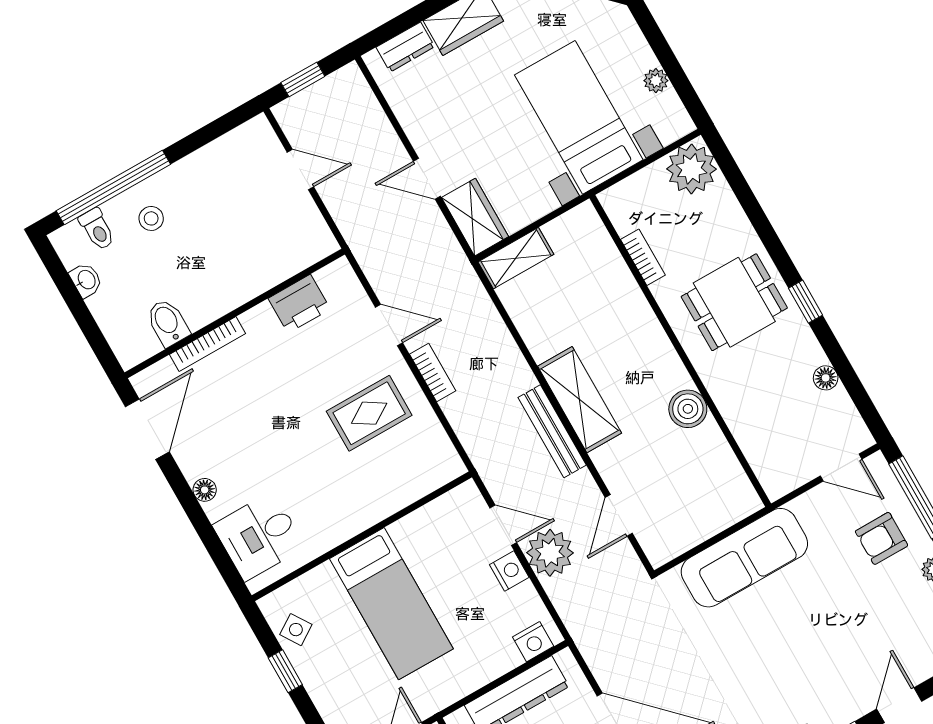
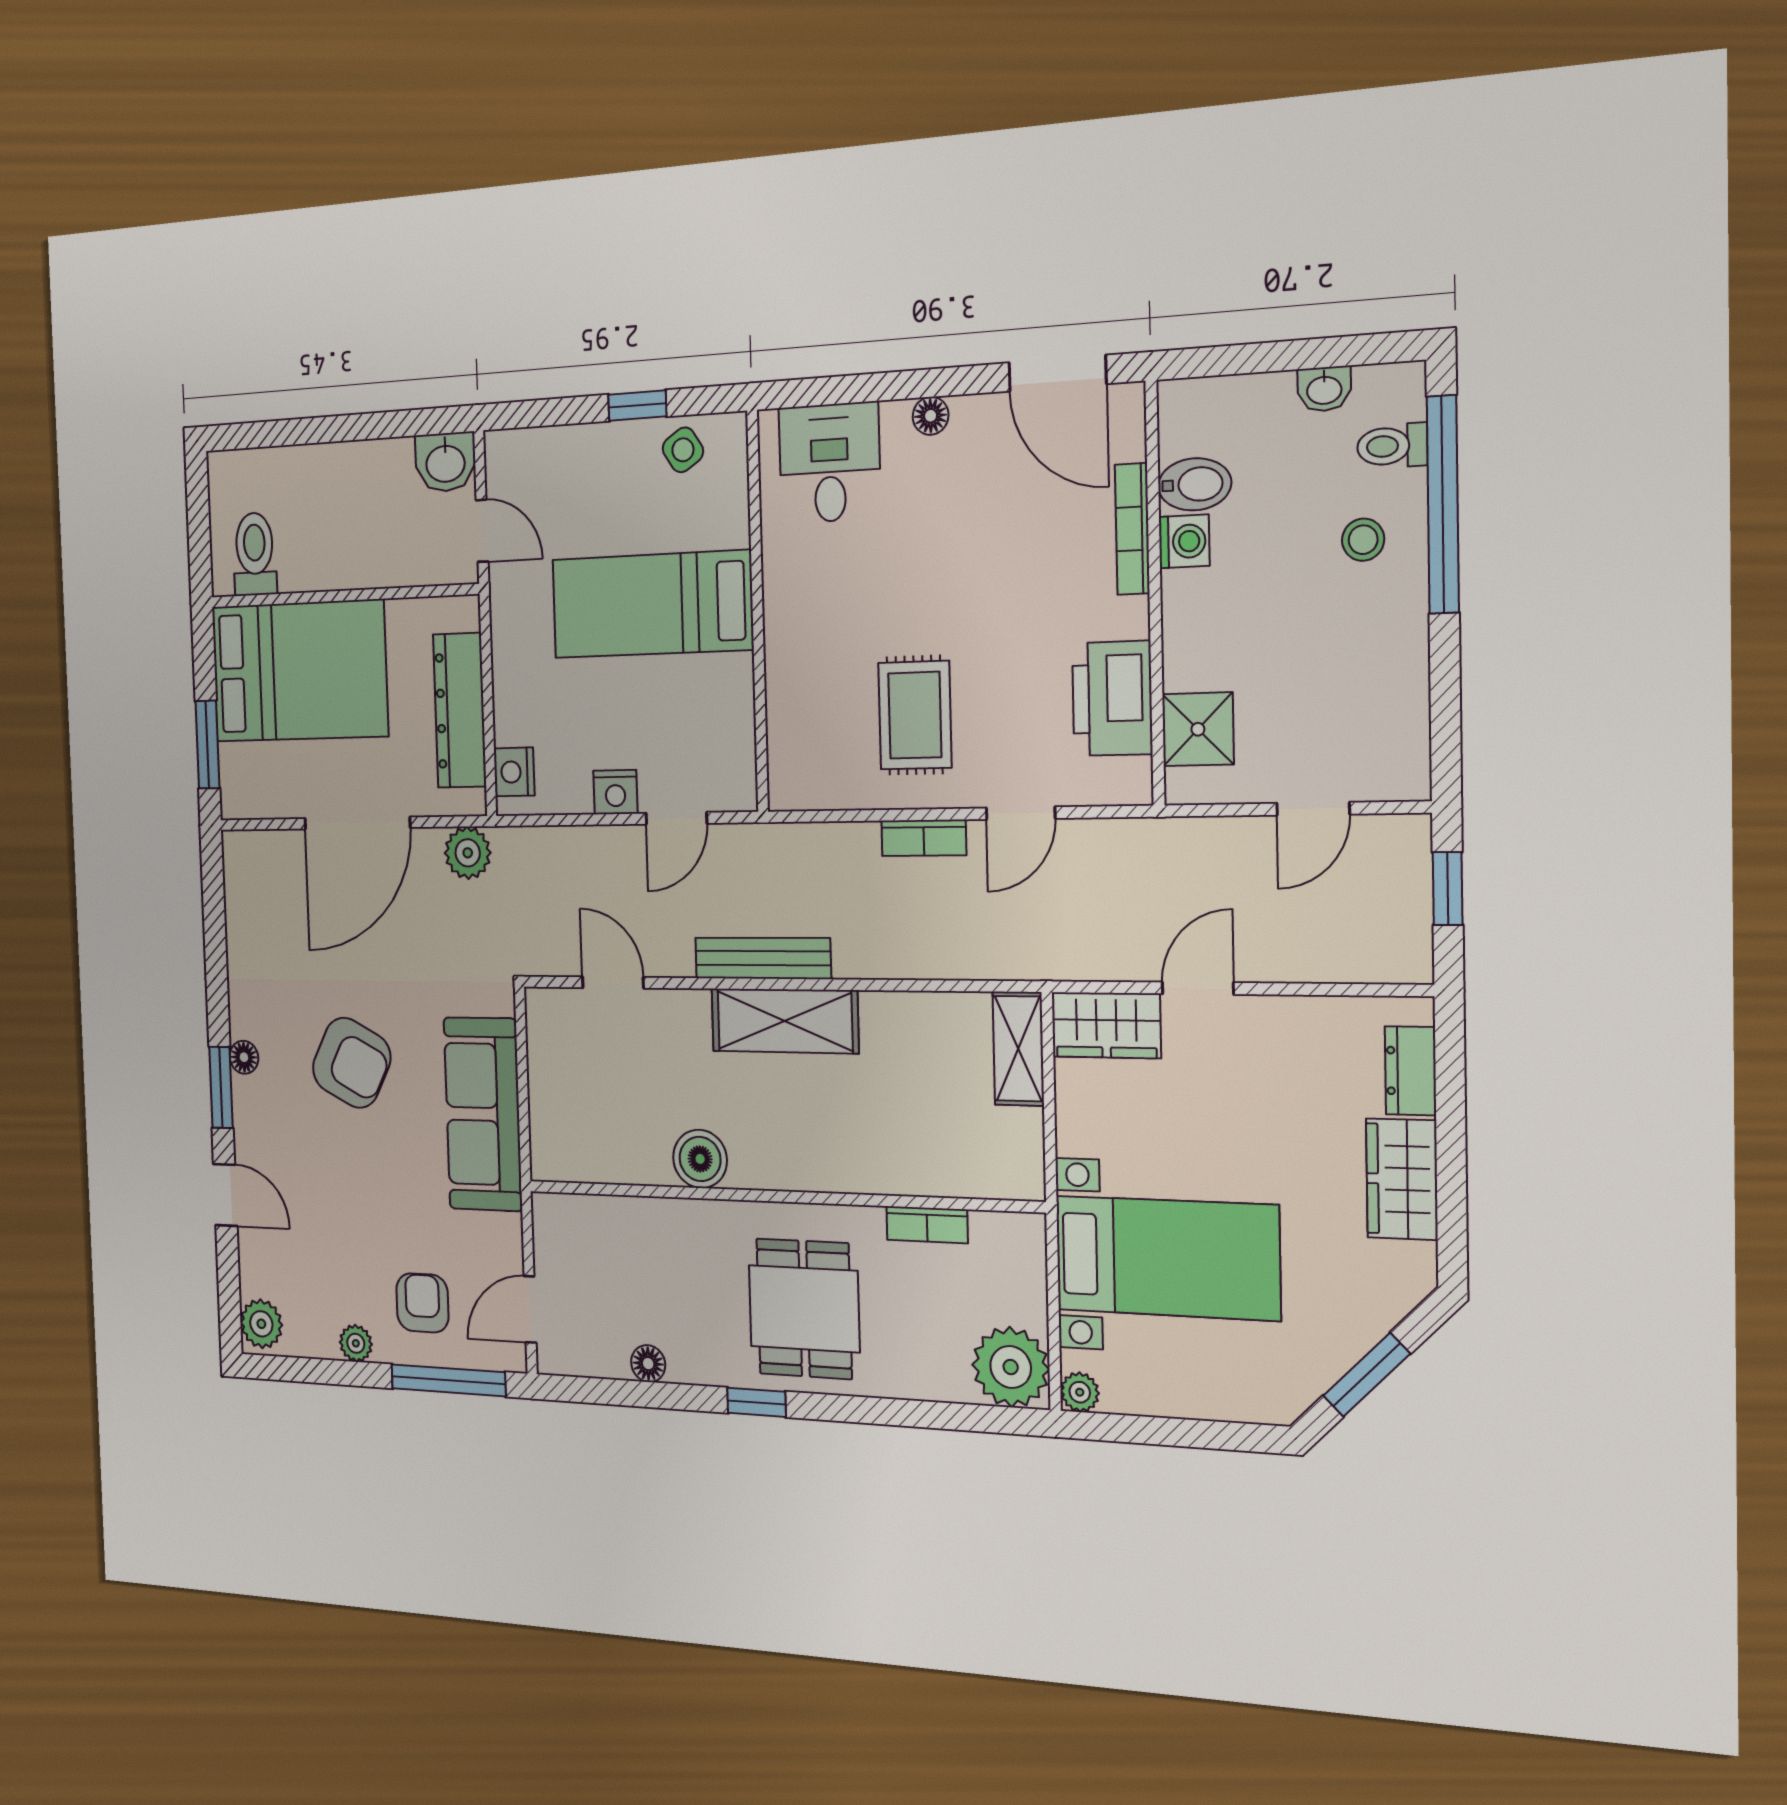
plant: (656, 81) -> (1080, 1392), moved
shower: (292, 252) -> (1198, 729), added
printer: (299, 304) -> (1112, 698), width x1.37, depth x1.19
washing machine: (200, 312) -> (1184, 541), added
plant: (550, 553) -> (468, 853), moved, width x0.73, depth x0.73
armchair: (766, 660) -> (352, 1063), added

